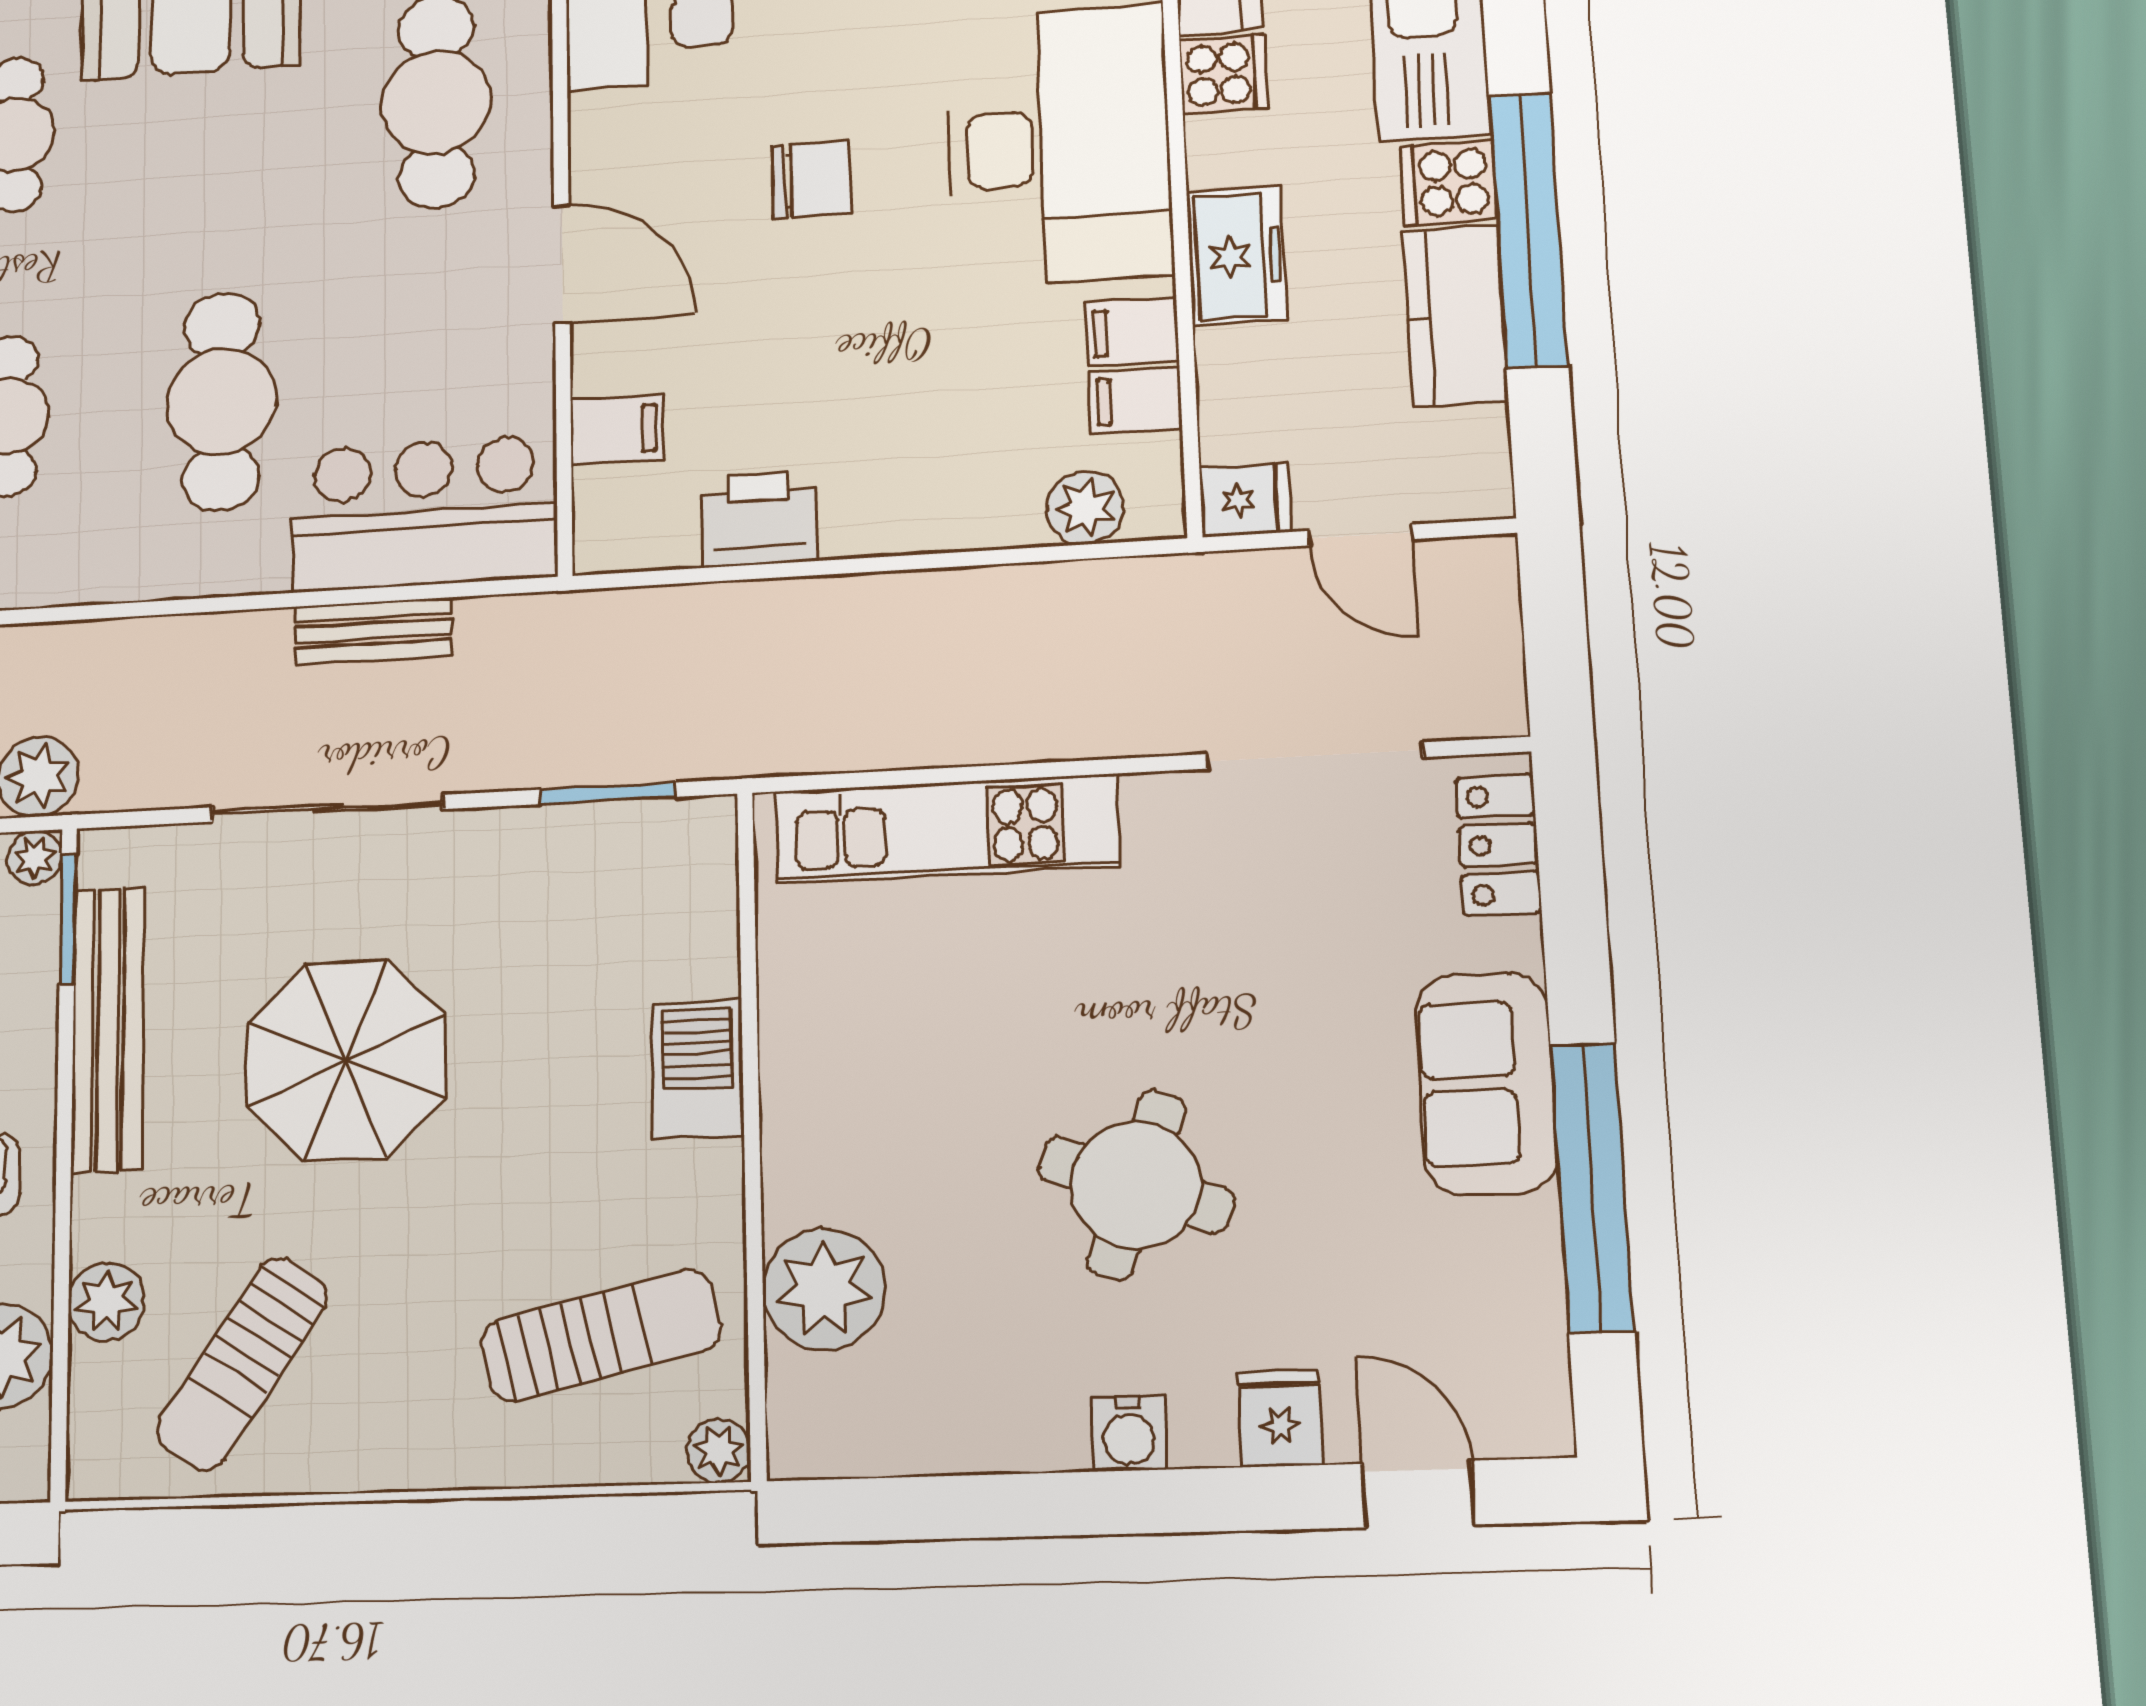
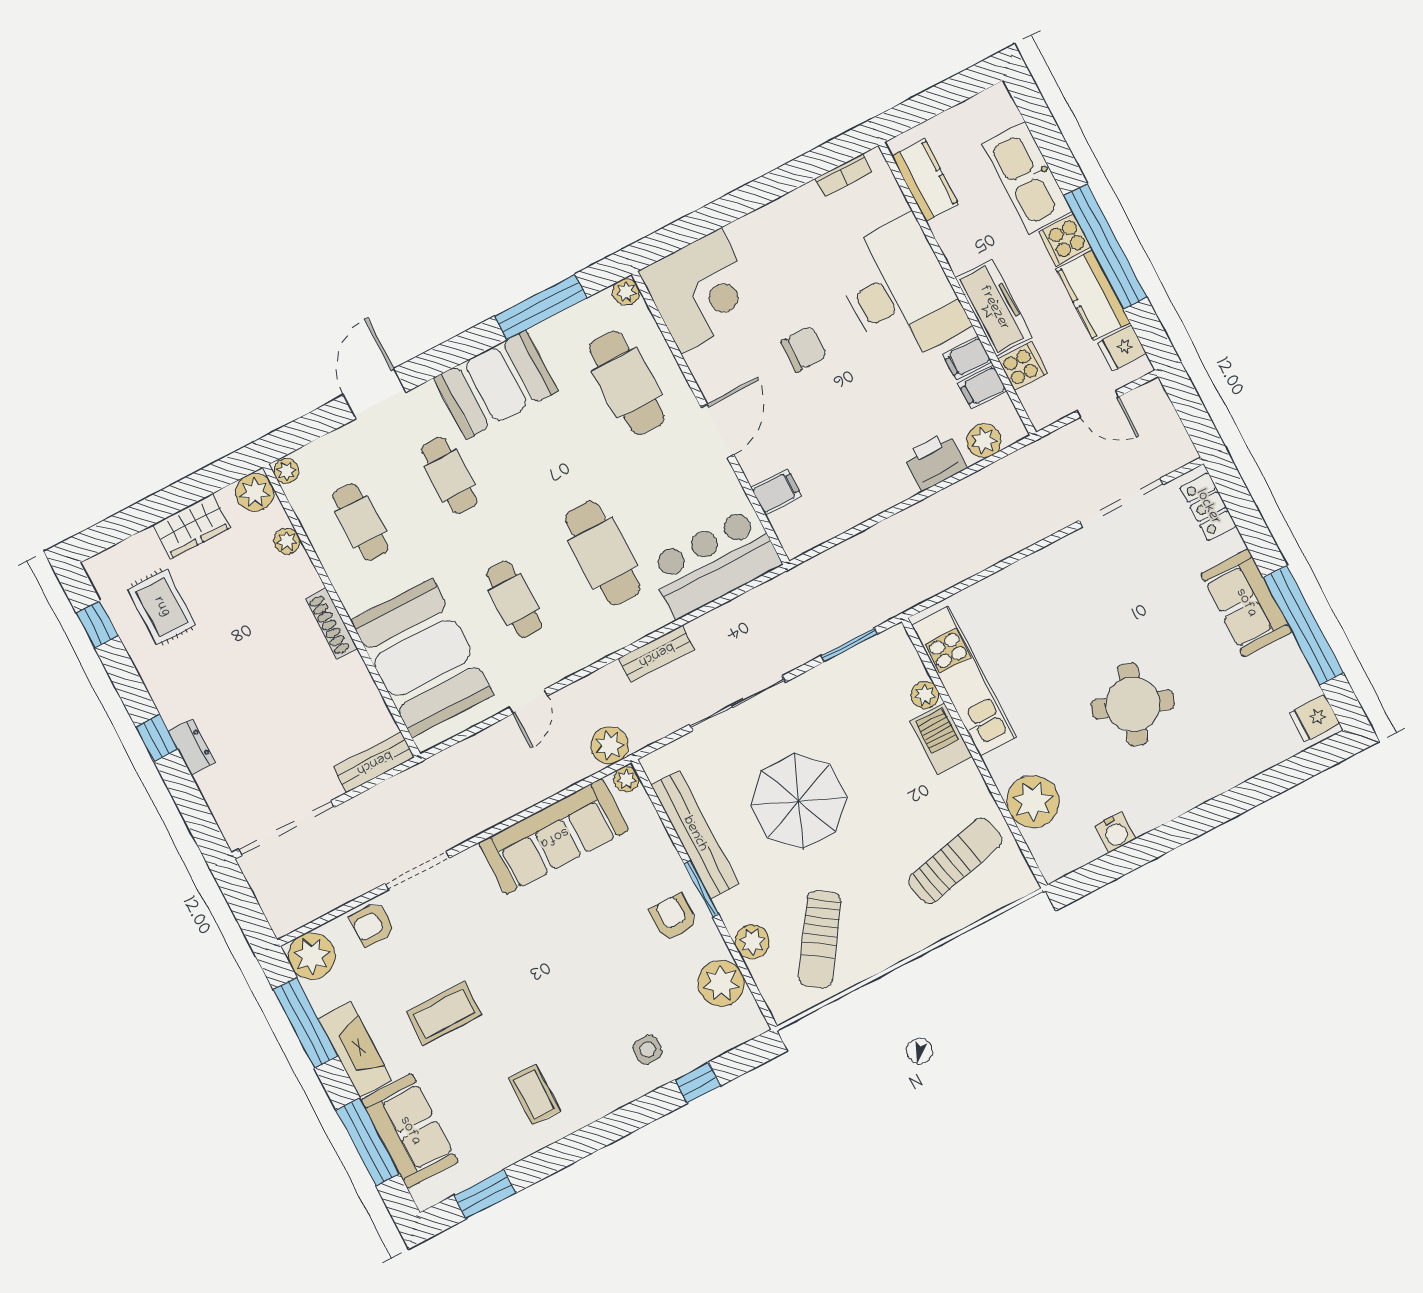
cooker: (1223, 74) -> (1023, 366), moved
freezer: (1236, 256) -> (994, 308), width x1.40
door: (562, 265) -> (717, 431), hinge flipped
fridge: (1245, 500) -> (1122, 348), moved, turned 180
printer: (759, 519) -> (935, 461), moved
bench: (373, 631) -> (656, 654), moved
kitchen unit: (946, 829) -> (964, 681), moved, turned -90
window: (68, 919) -> (701, 889), moved
fridge: (1280, 1418) -> (1314, 718), moved, turned -90
water cooler: (1129, 1434) -> (1115, 832), moved
plant: (718, 1450) -> (925, 695), moved
door: (1419, 1494) -> (1292, 772), removed

